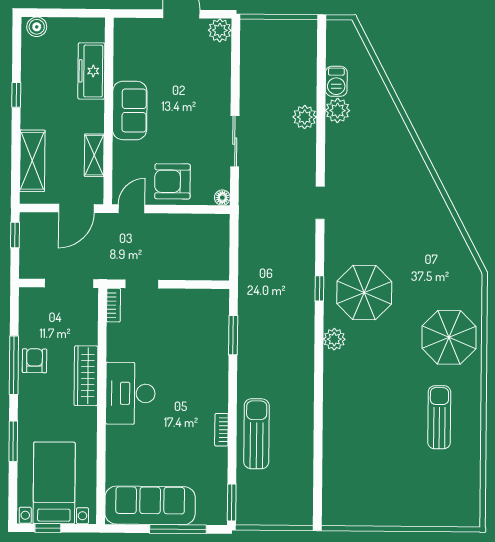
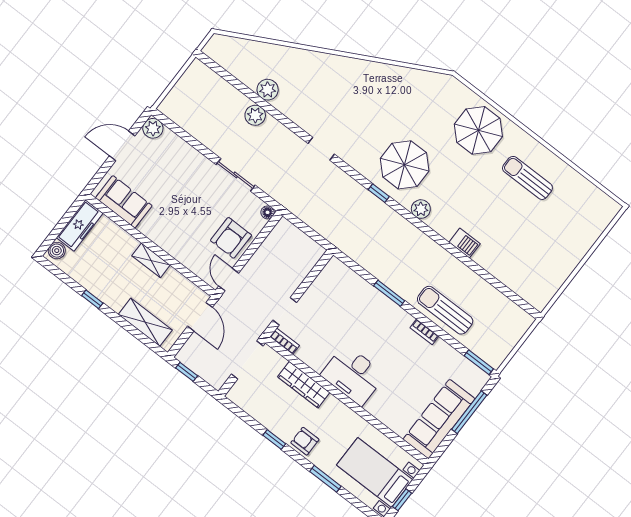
freezer: (91, 71) -> (80, 225), moved, turned -90
barbecue: (336, 81) -> (465, 243), moved
sofa: (130, 110) -> (124, 202), moved
shelving: (94, 155) -> (151, 260), moved
window: (233, 335) -> (389, 293), moved
armchair: (35, 361) -> (305, 441), moved
window: (14, 365) -> (274, 439), width x0.46
wardrobe: (86, 376) -> (304, 385), moved

